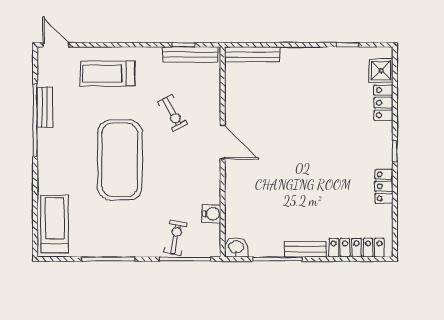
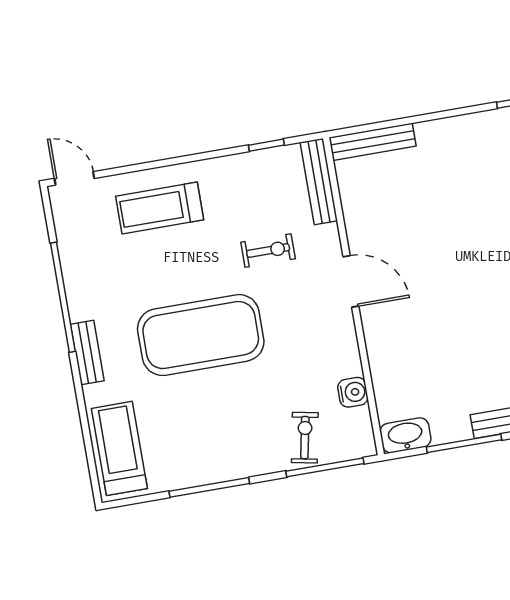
bench: (190, 54) -> (319, 182), moved, turned 90
bench: (45, 107) -> (87, 352), moved
exercise bike: (173, 113) -> (268, 250), turned -62
exercise mat: (120, 160) -> (201, 335), turned 90
washbasin: (236, 247) -> (405, 435), width x1.38

